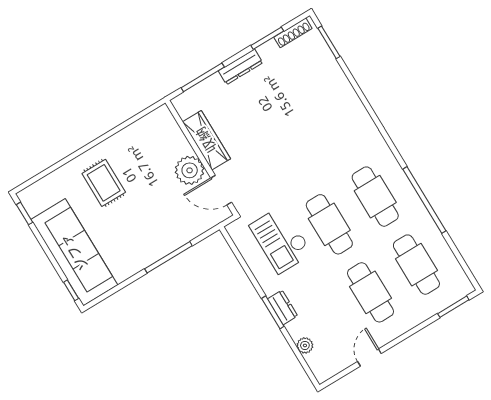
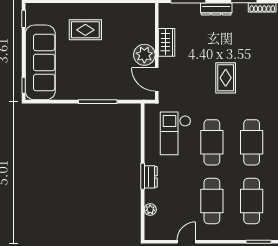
wardrobe: (206, 140) -> (167, 42), width x0.67
rug: (300, 140) -> (226, 78), added
rug: (104, 183) -> (85, 30), turned 90

